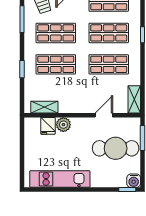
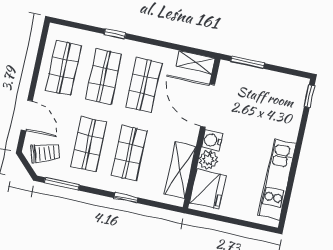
shelving: (44, 107) -> (180, 170), width x1.50, depth x1.33
door: (104, 115) -> (208, 105), width x1.87
fridge: (48, 126) -> (208, 189), width x1.88, depth x1.34
cafe table: (116, 148) -> (253, 100), removed
water cooler: (134, 181) -> (212, 140), moved, turned 180

